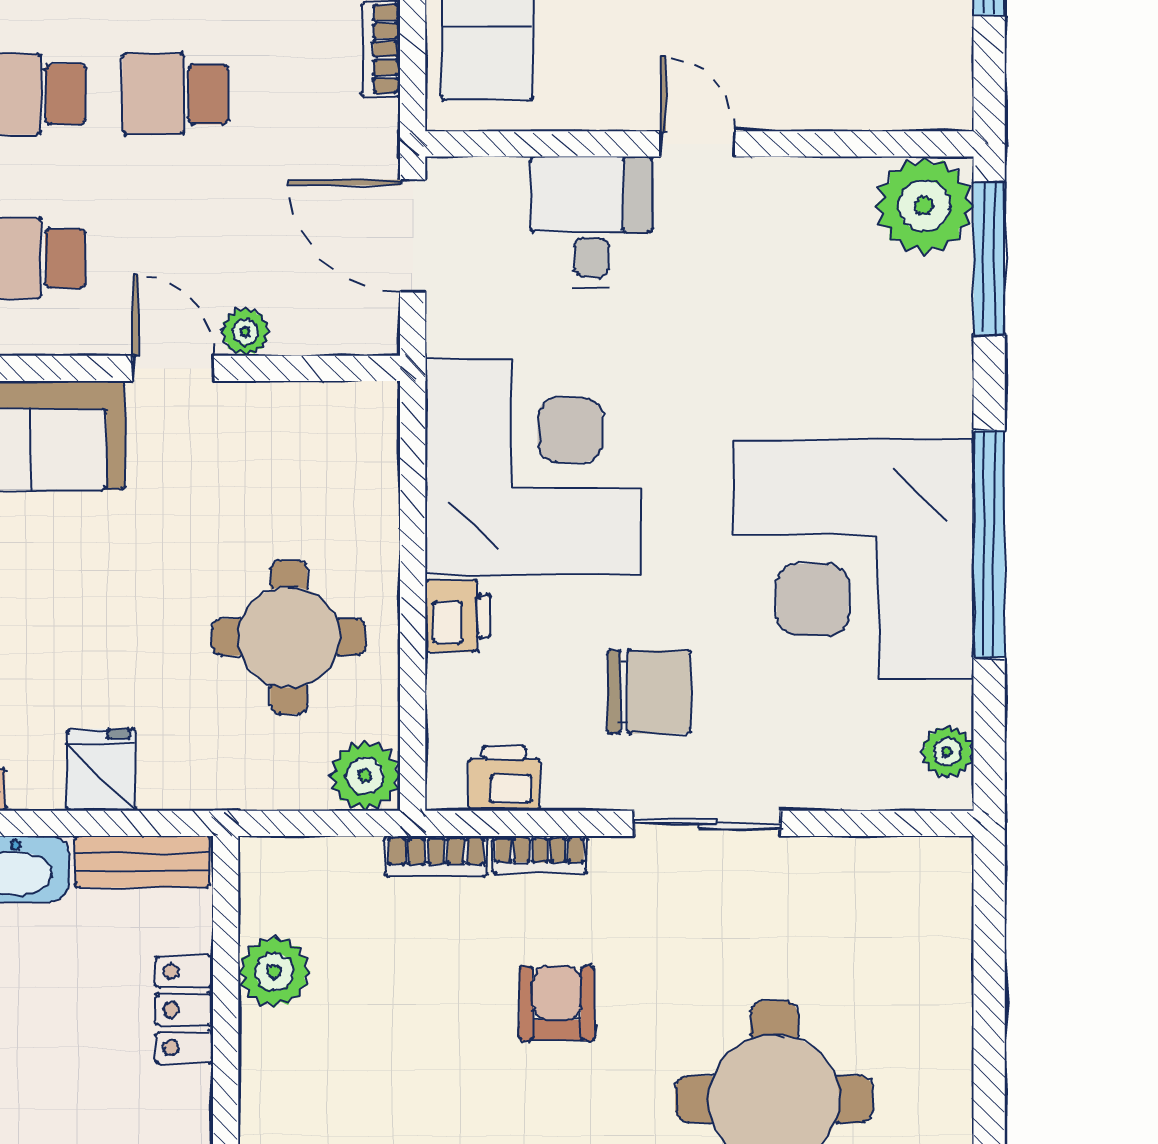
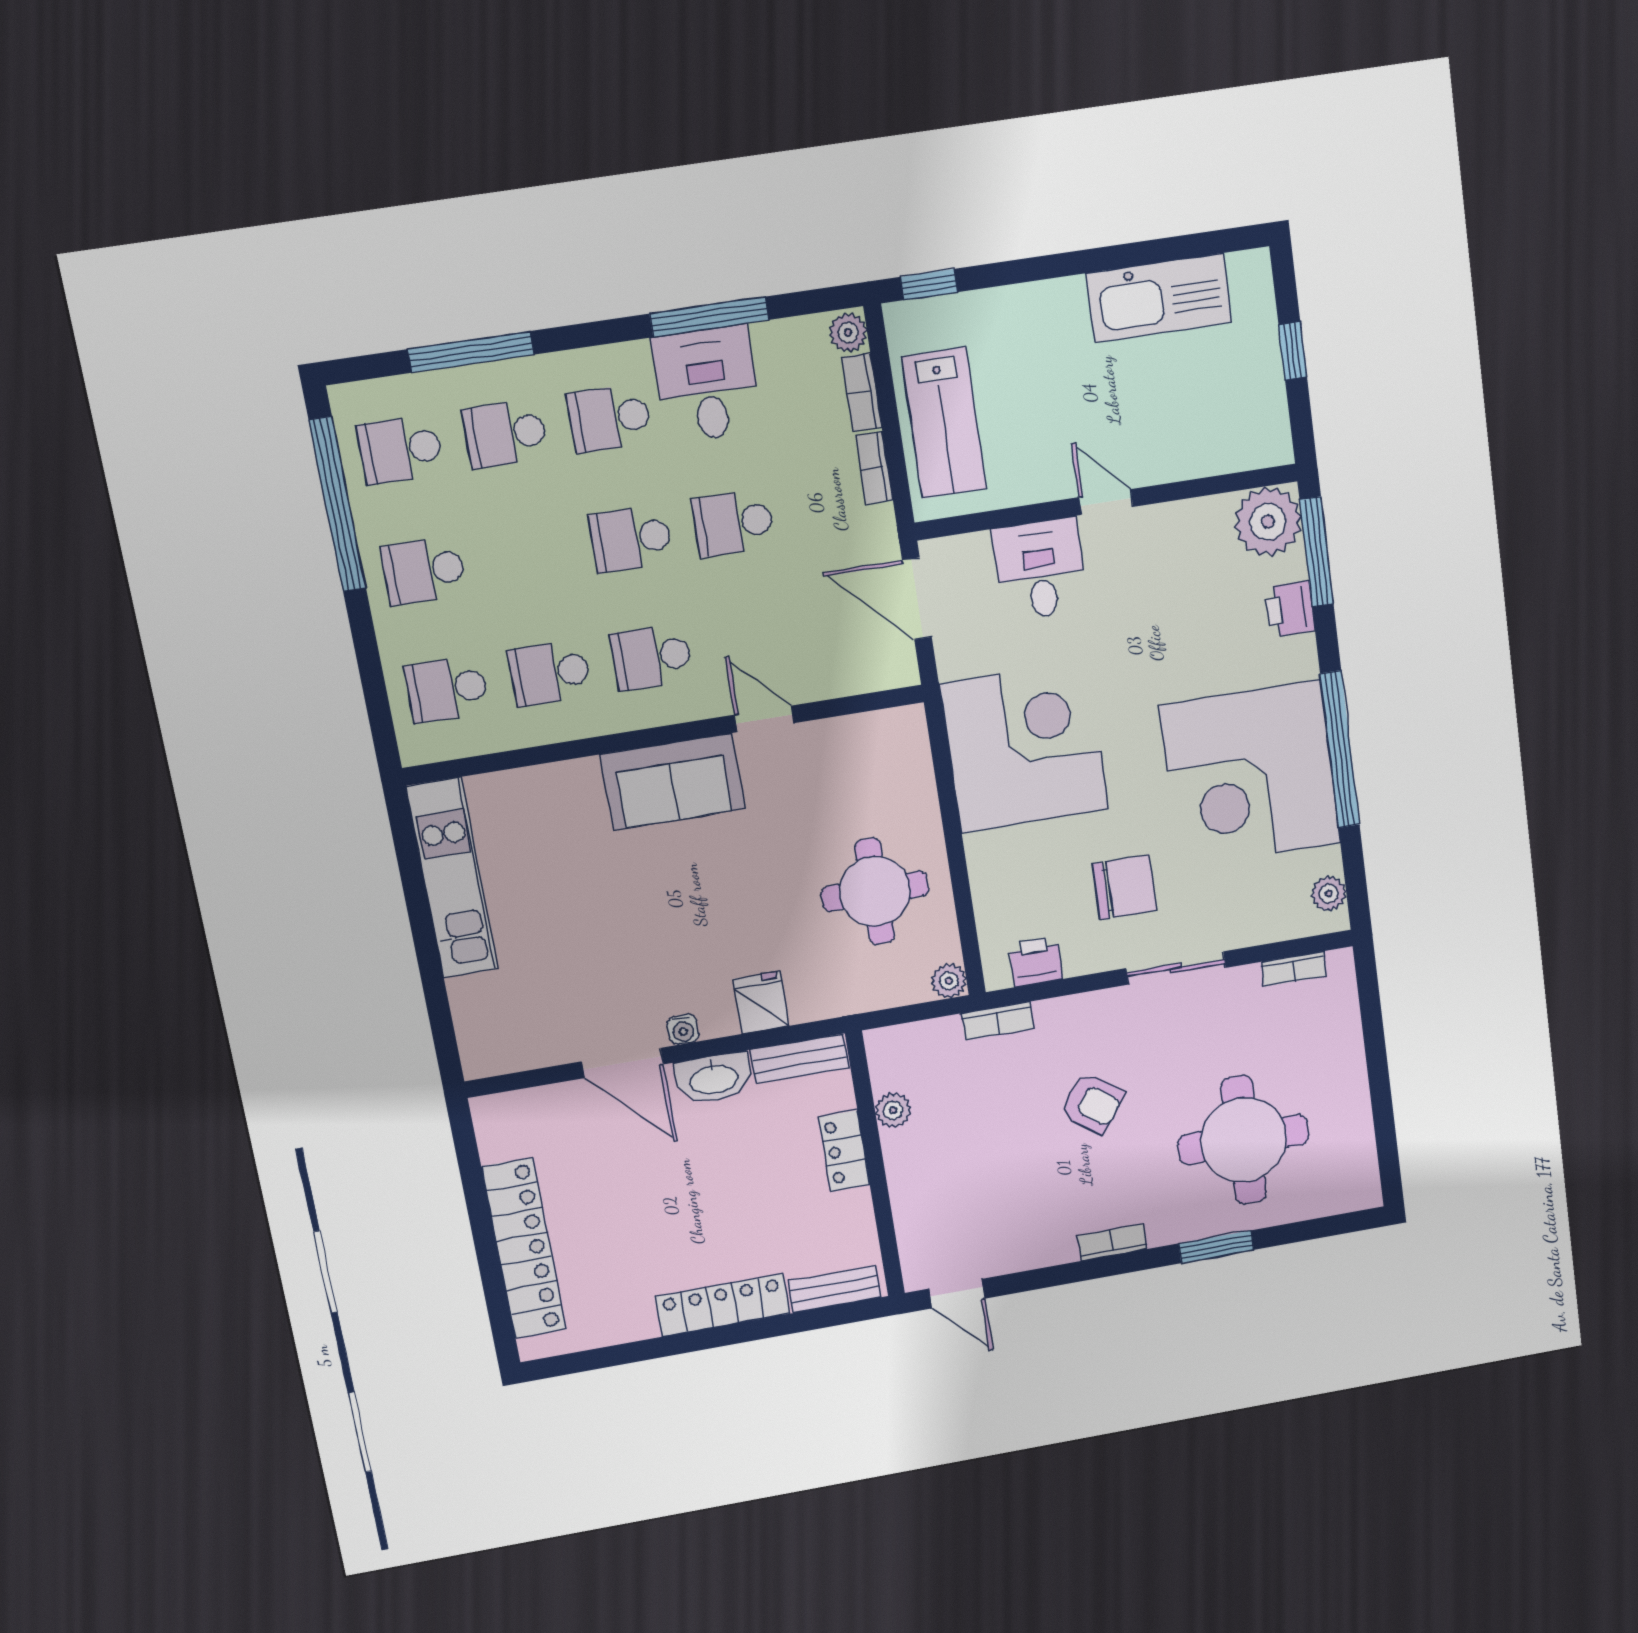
plant: (245, 332) -> (811, 685), removed
printer: (458, 616) -> (1290, 609), moved, turned 180
plant: (365, 776) -> (949, 981), width x0.73, depth x0.73
bookcase: (540, 855) -> (1294, 969), moved
plant: (274, 972) -> (893, 1110), width x0.73, depth x0.73
armchair: (557, 1003) -> (1092, 1103), turned 126

